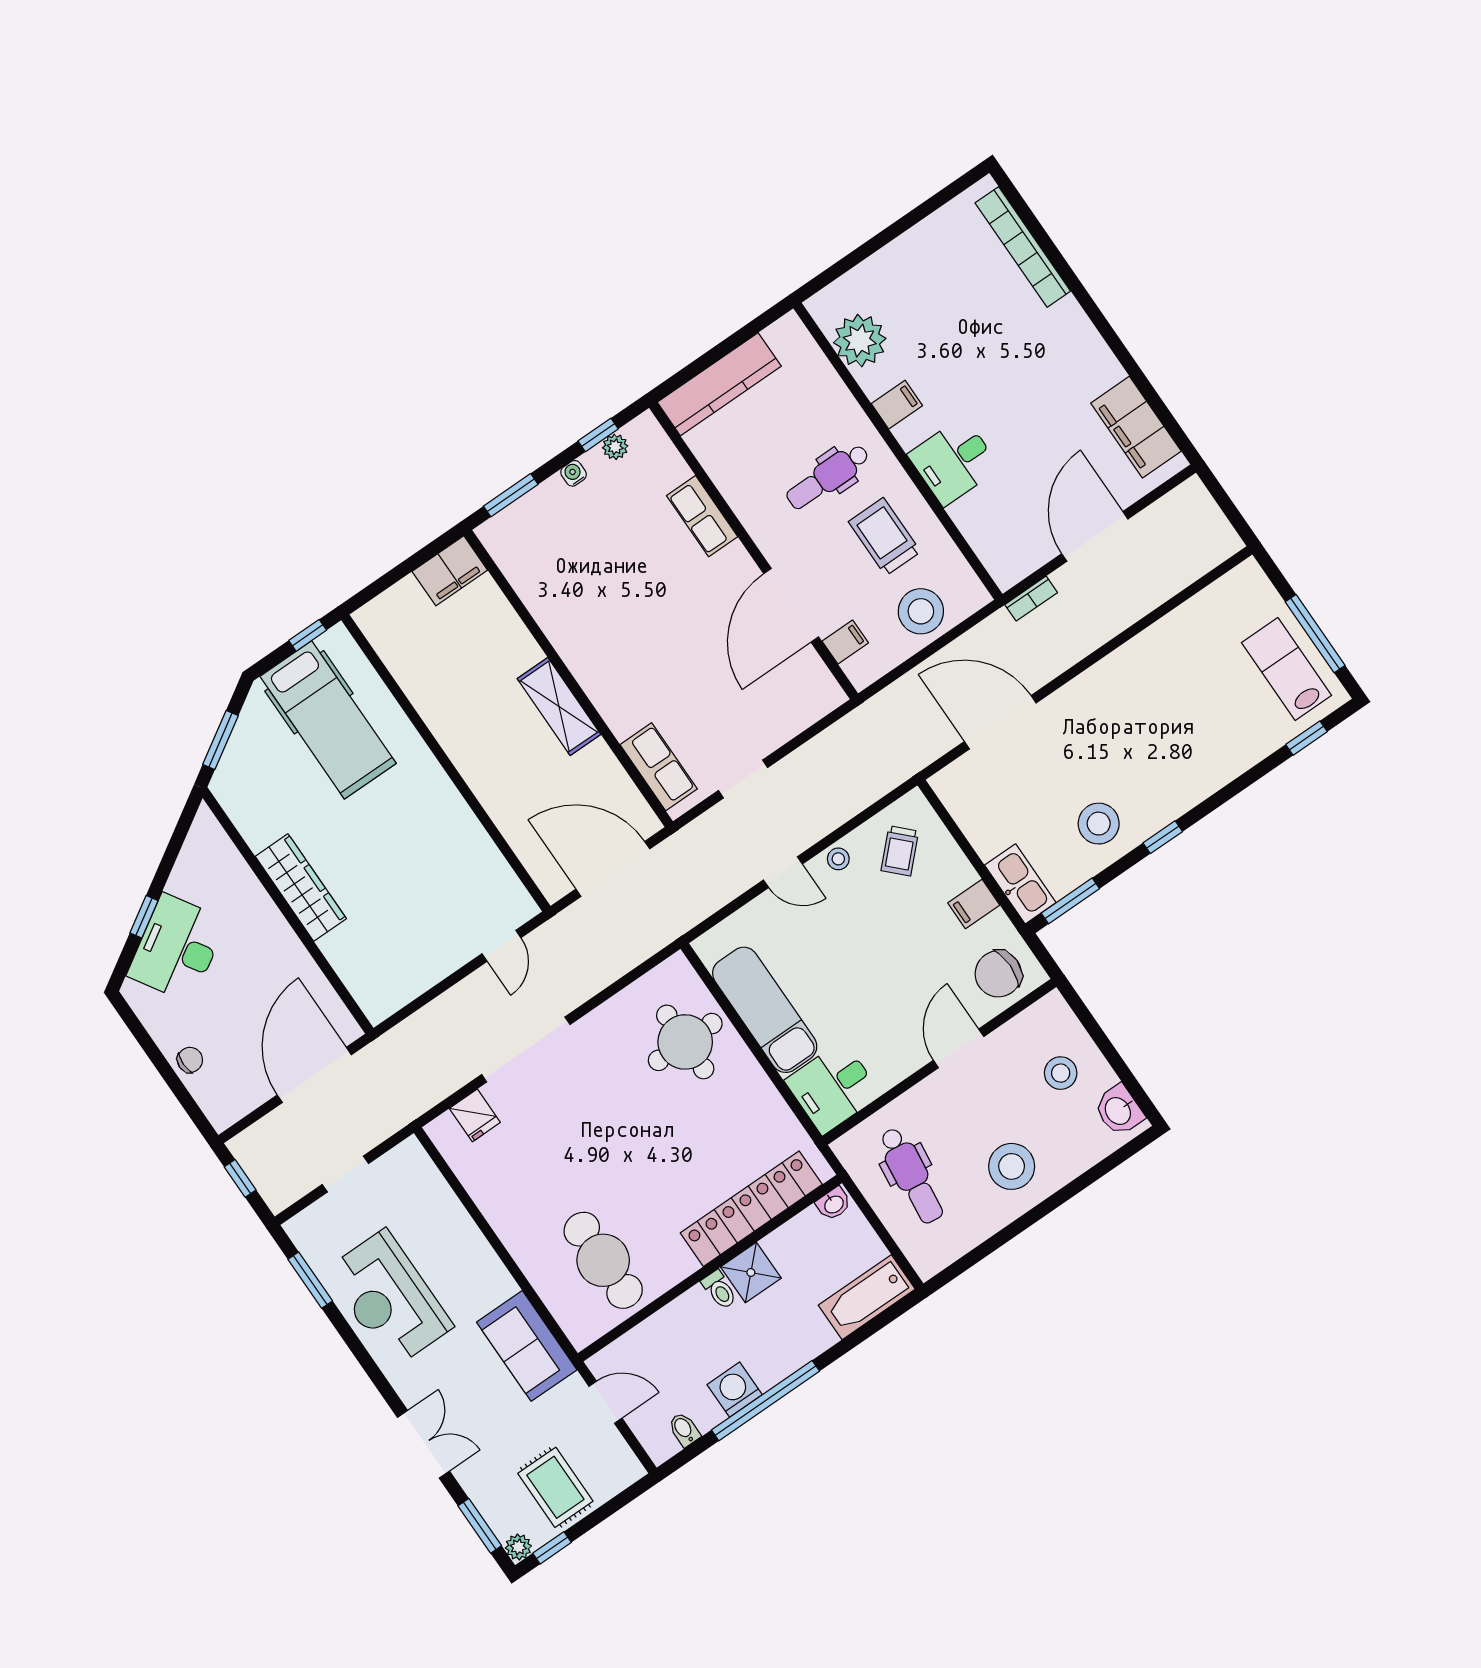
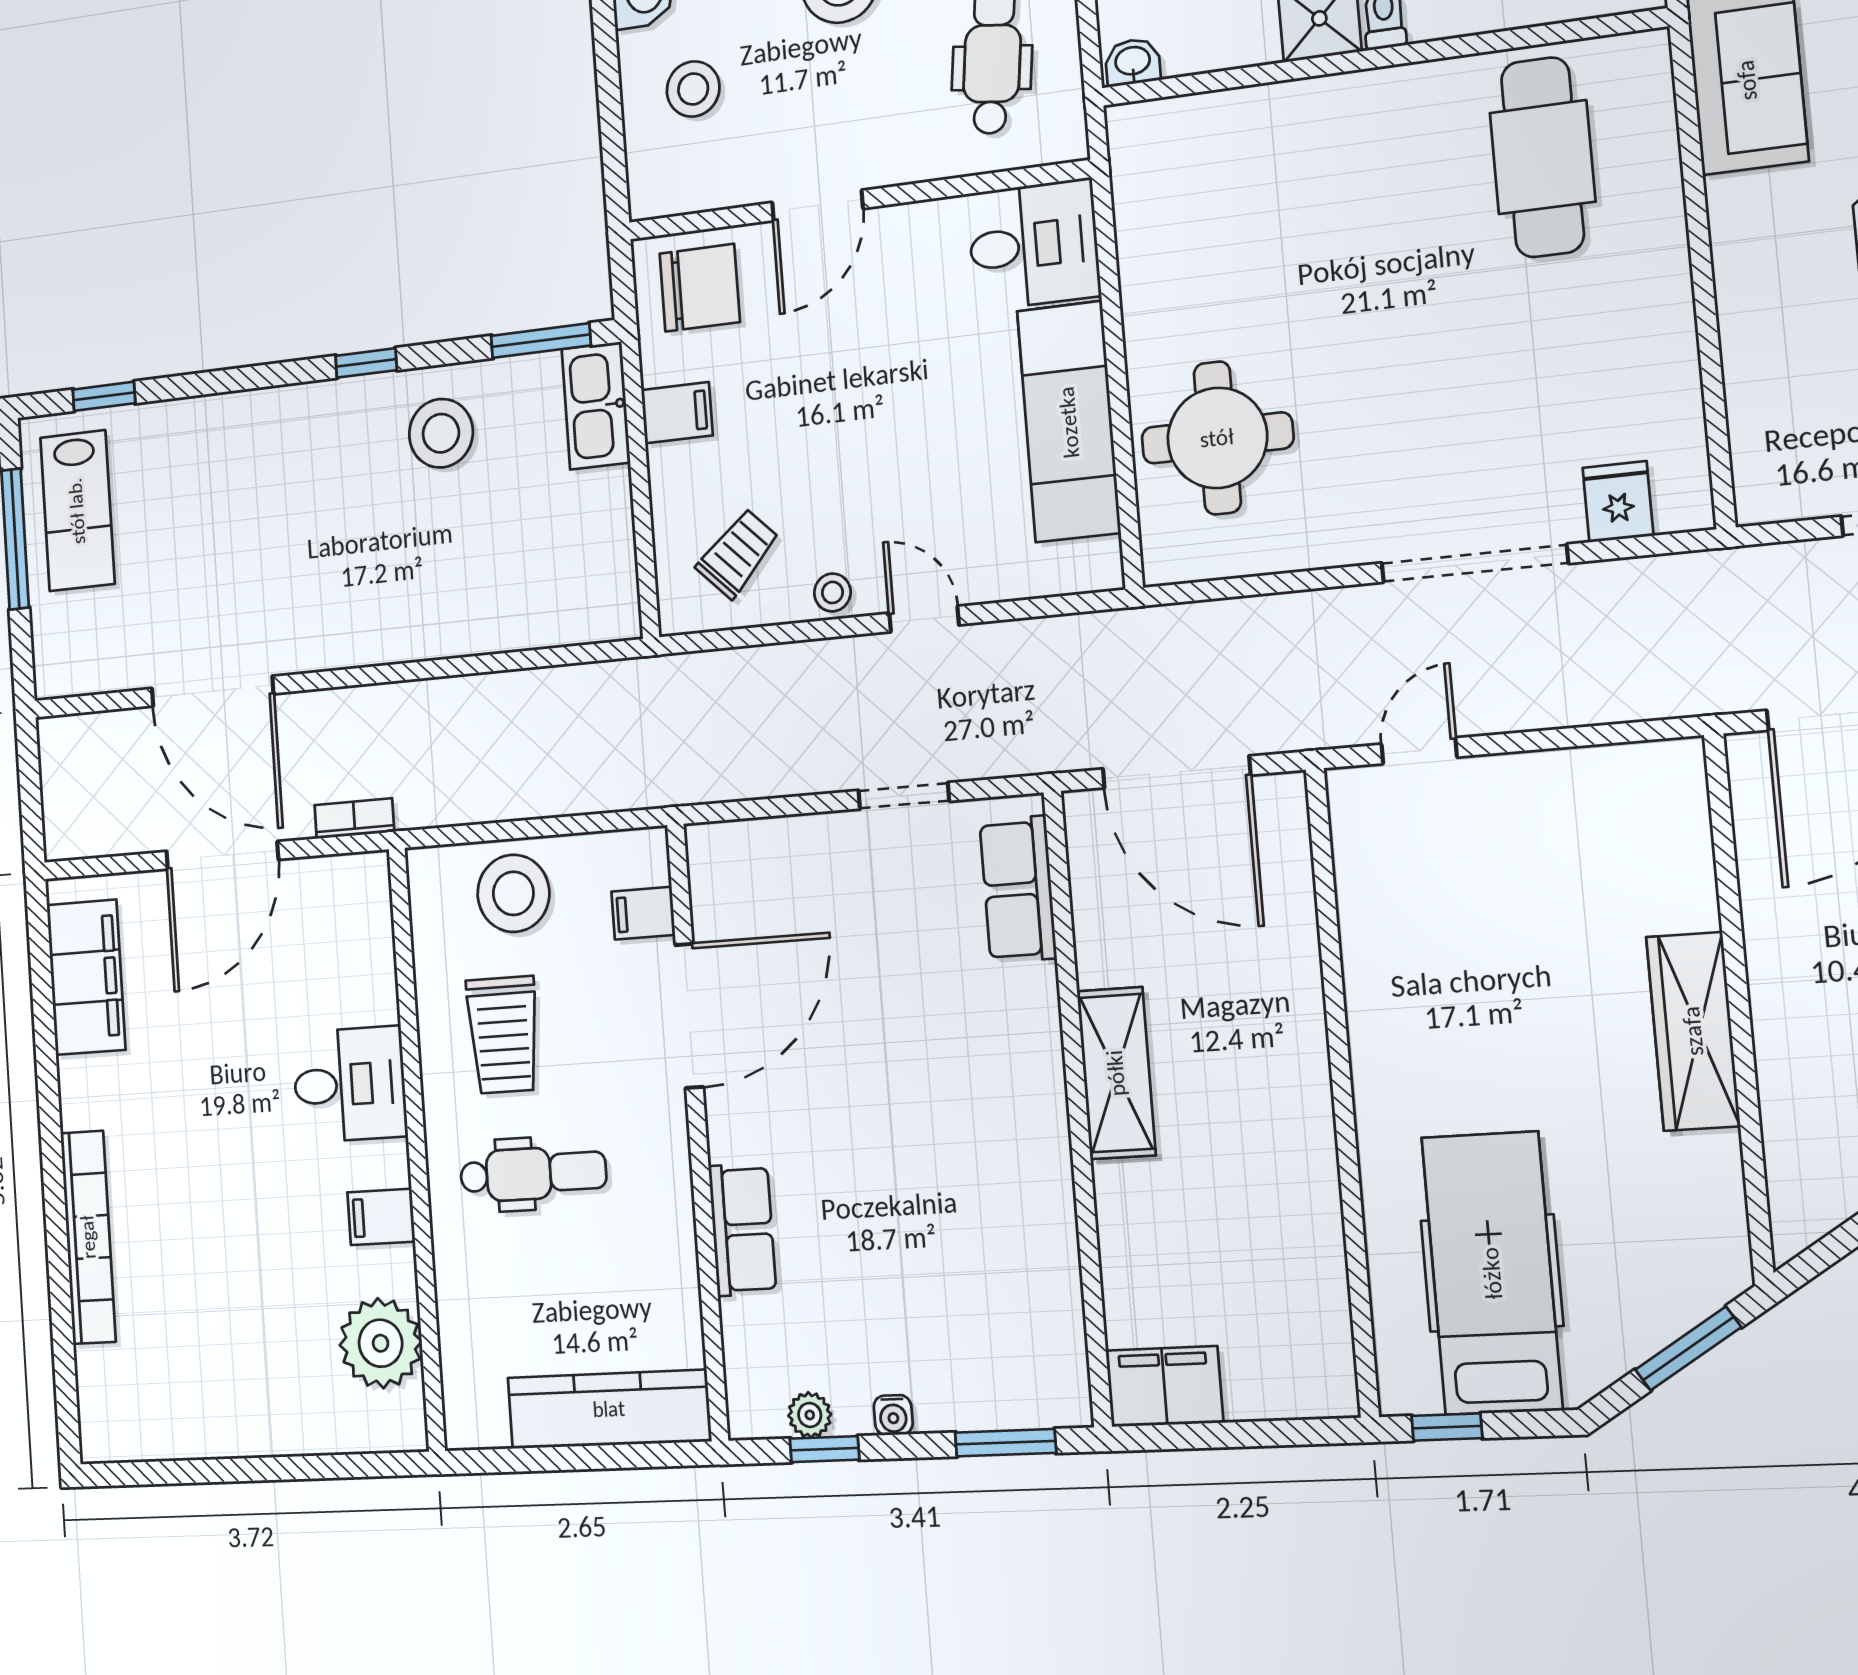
bookcase: (1023, 247) -> (88, 1237), moved
door: (1000, 722) -> (212, 691), moved
locker: (751, 1209) -> (1262, 120), removed

